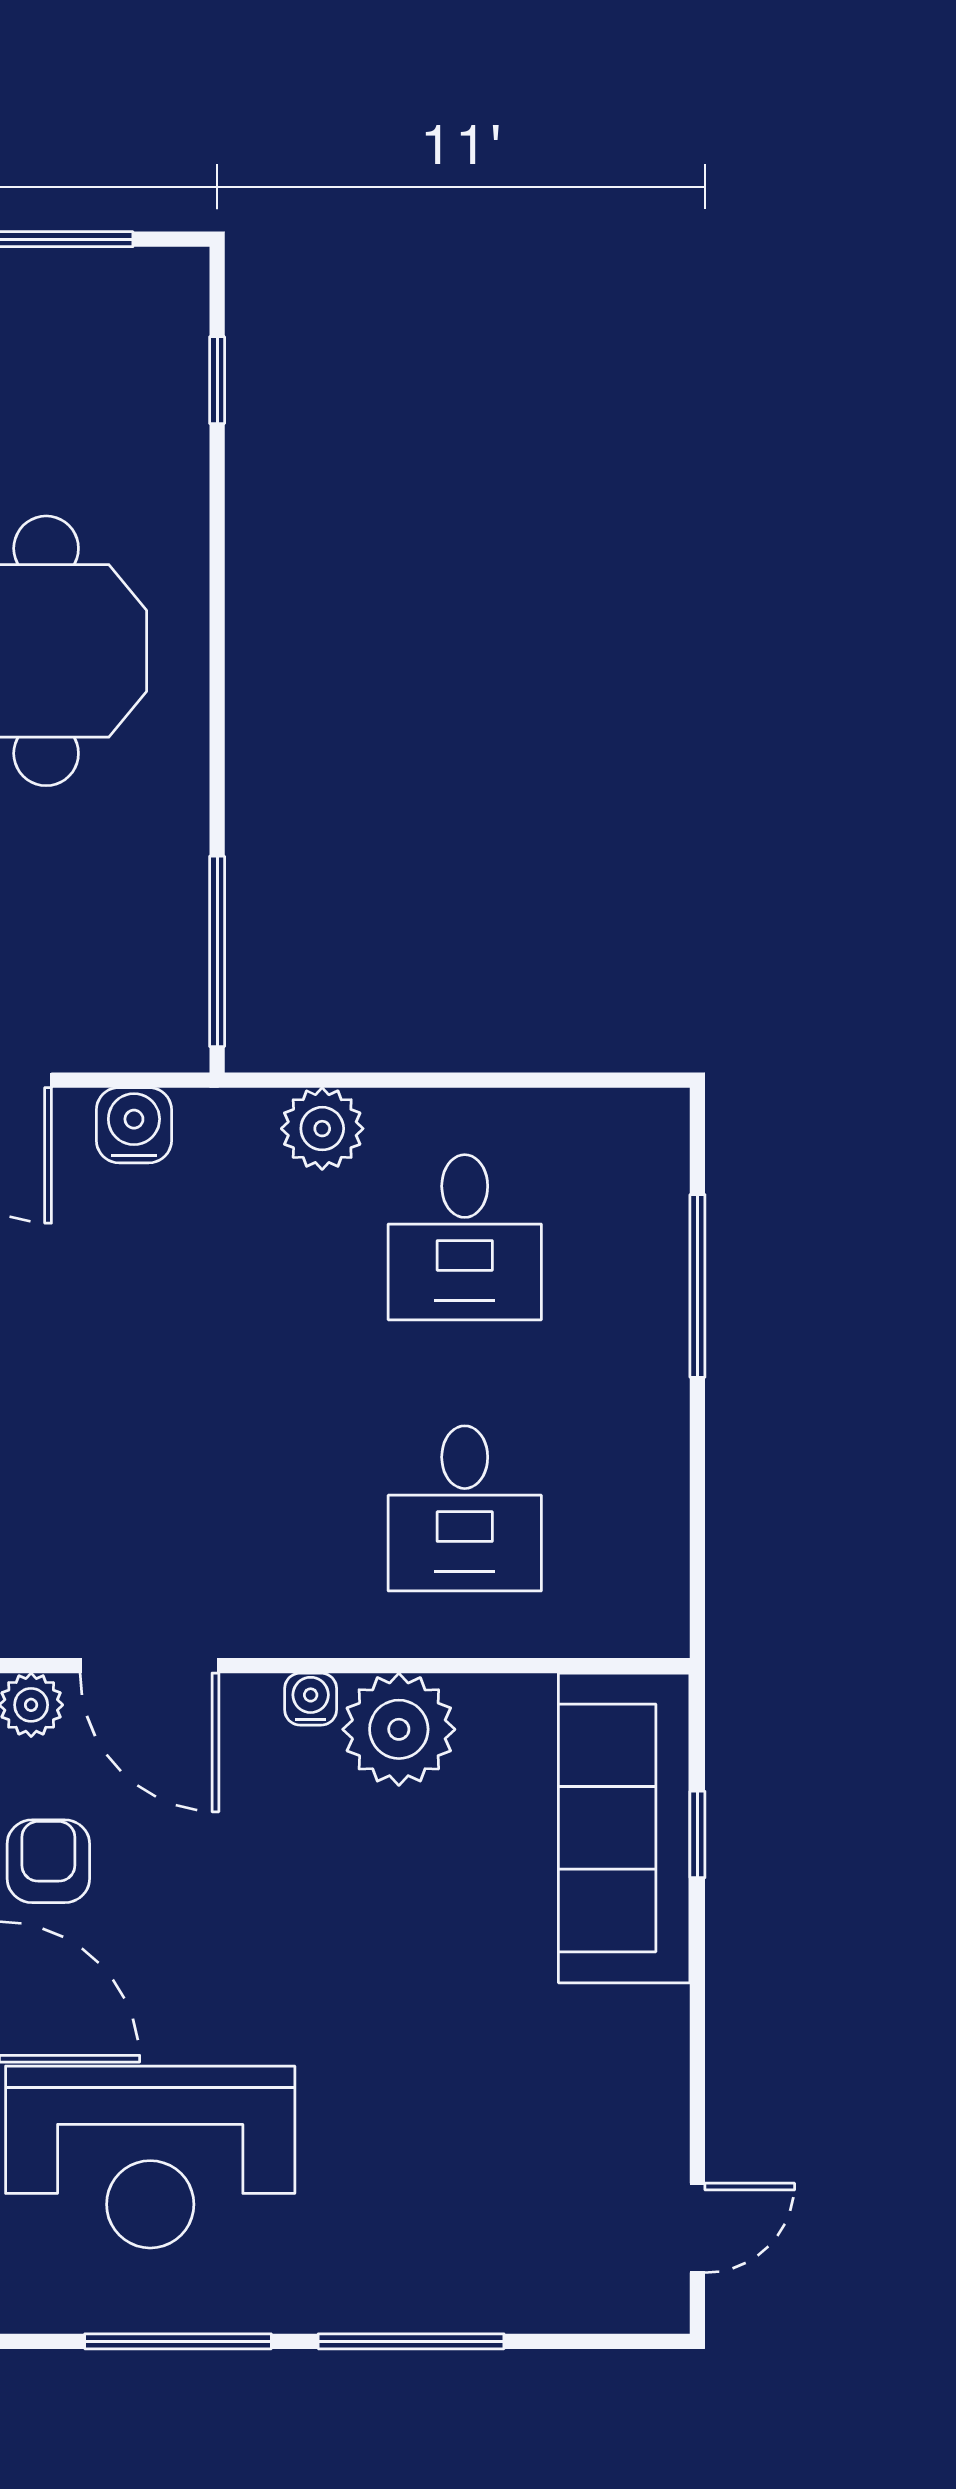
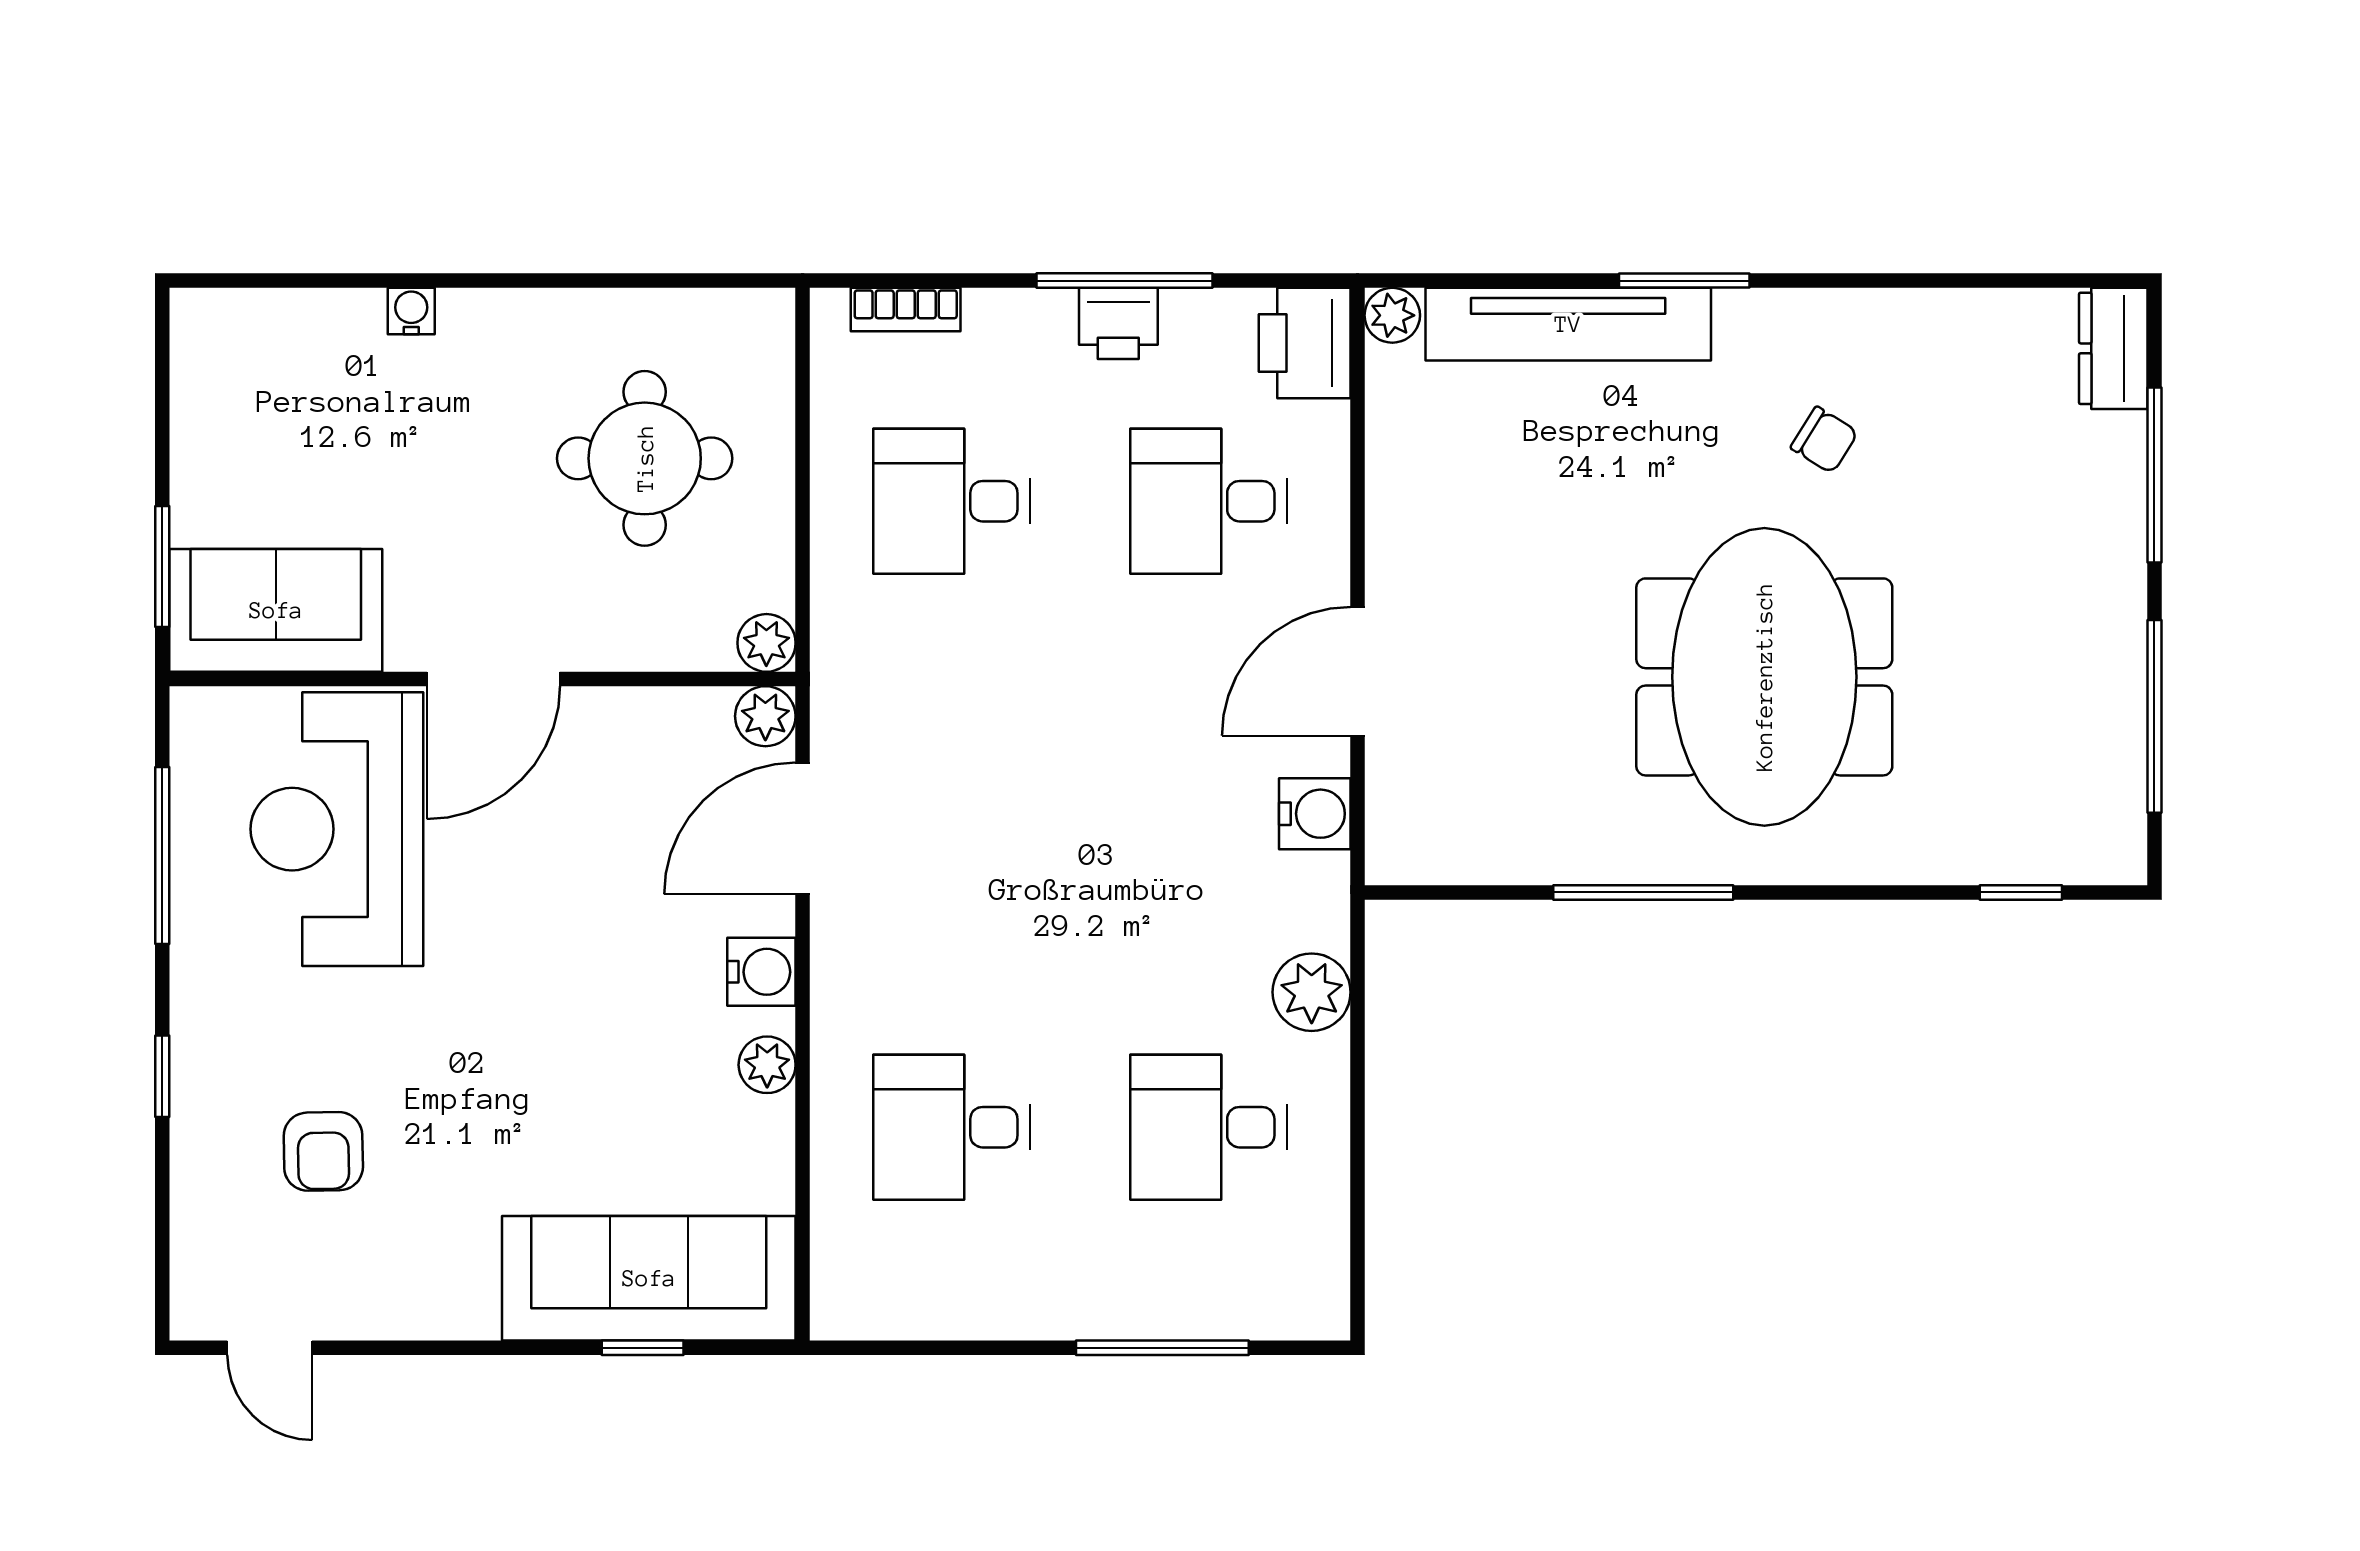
window: (217, 951) -> (1643, 892), moved
water cooler: (311, 1699) -> (761, 972), width x1.38, depth x1.38
plant: (399, 1729) -> (767, 1065), width x0.53, depth x0.53
armchair: (48, 1861) -> (323, 1151), moved, turned 89
window: (411, 2341) -> (162, 1076), width x0.46

